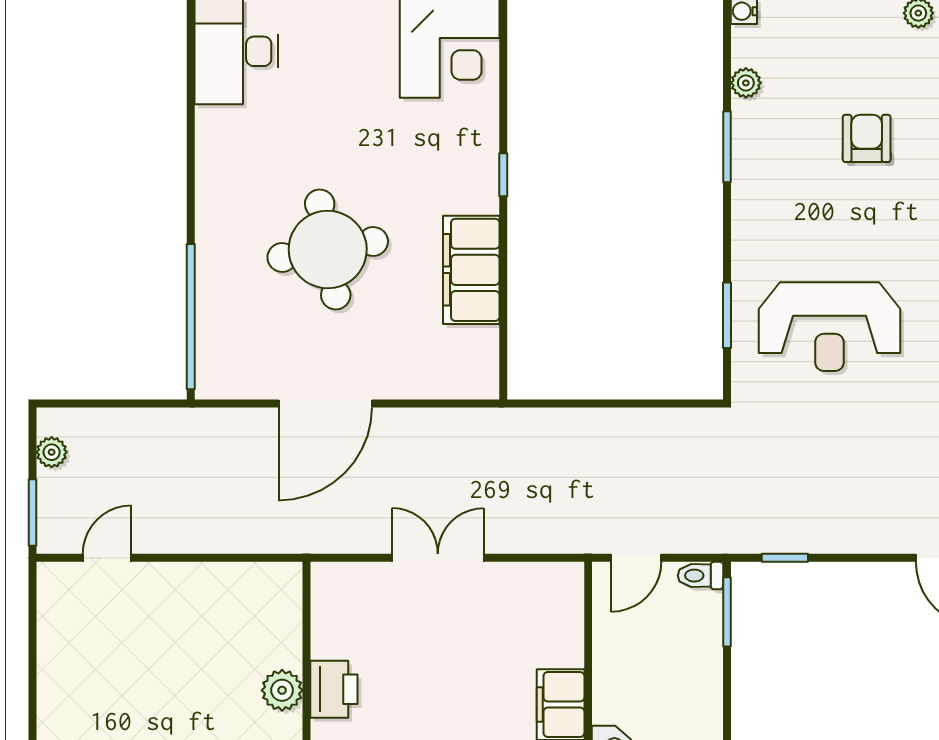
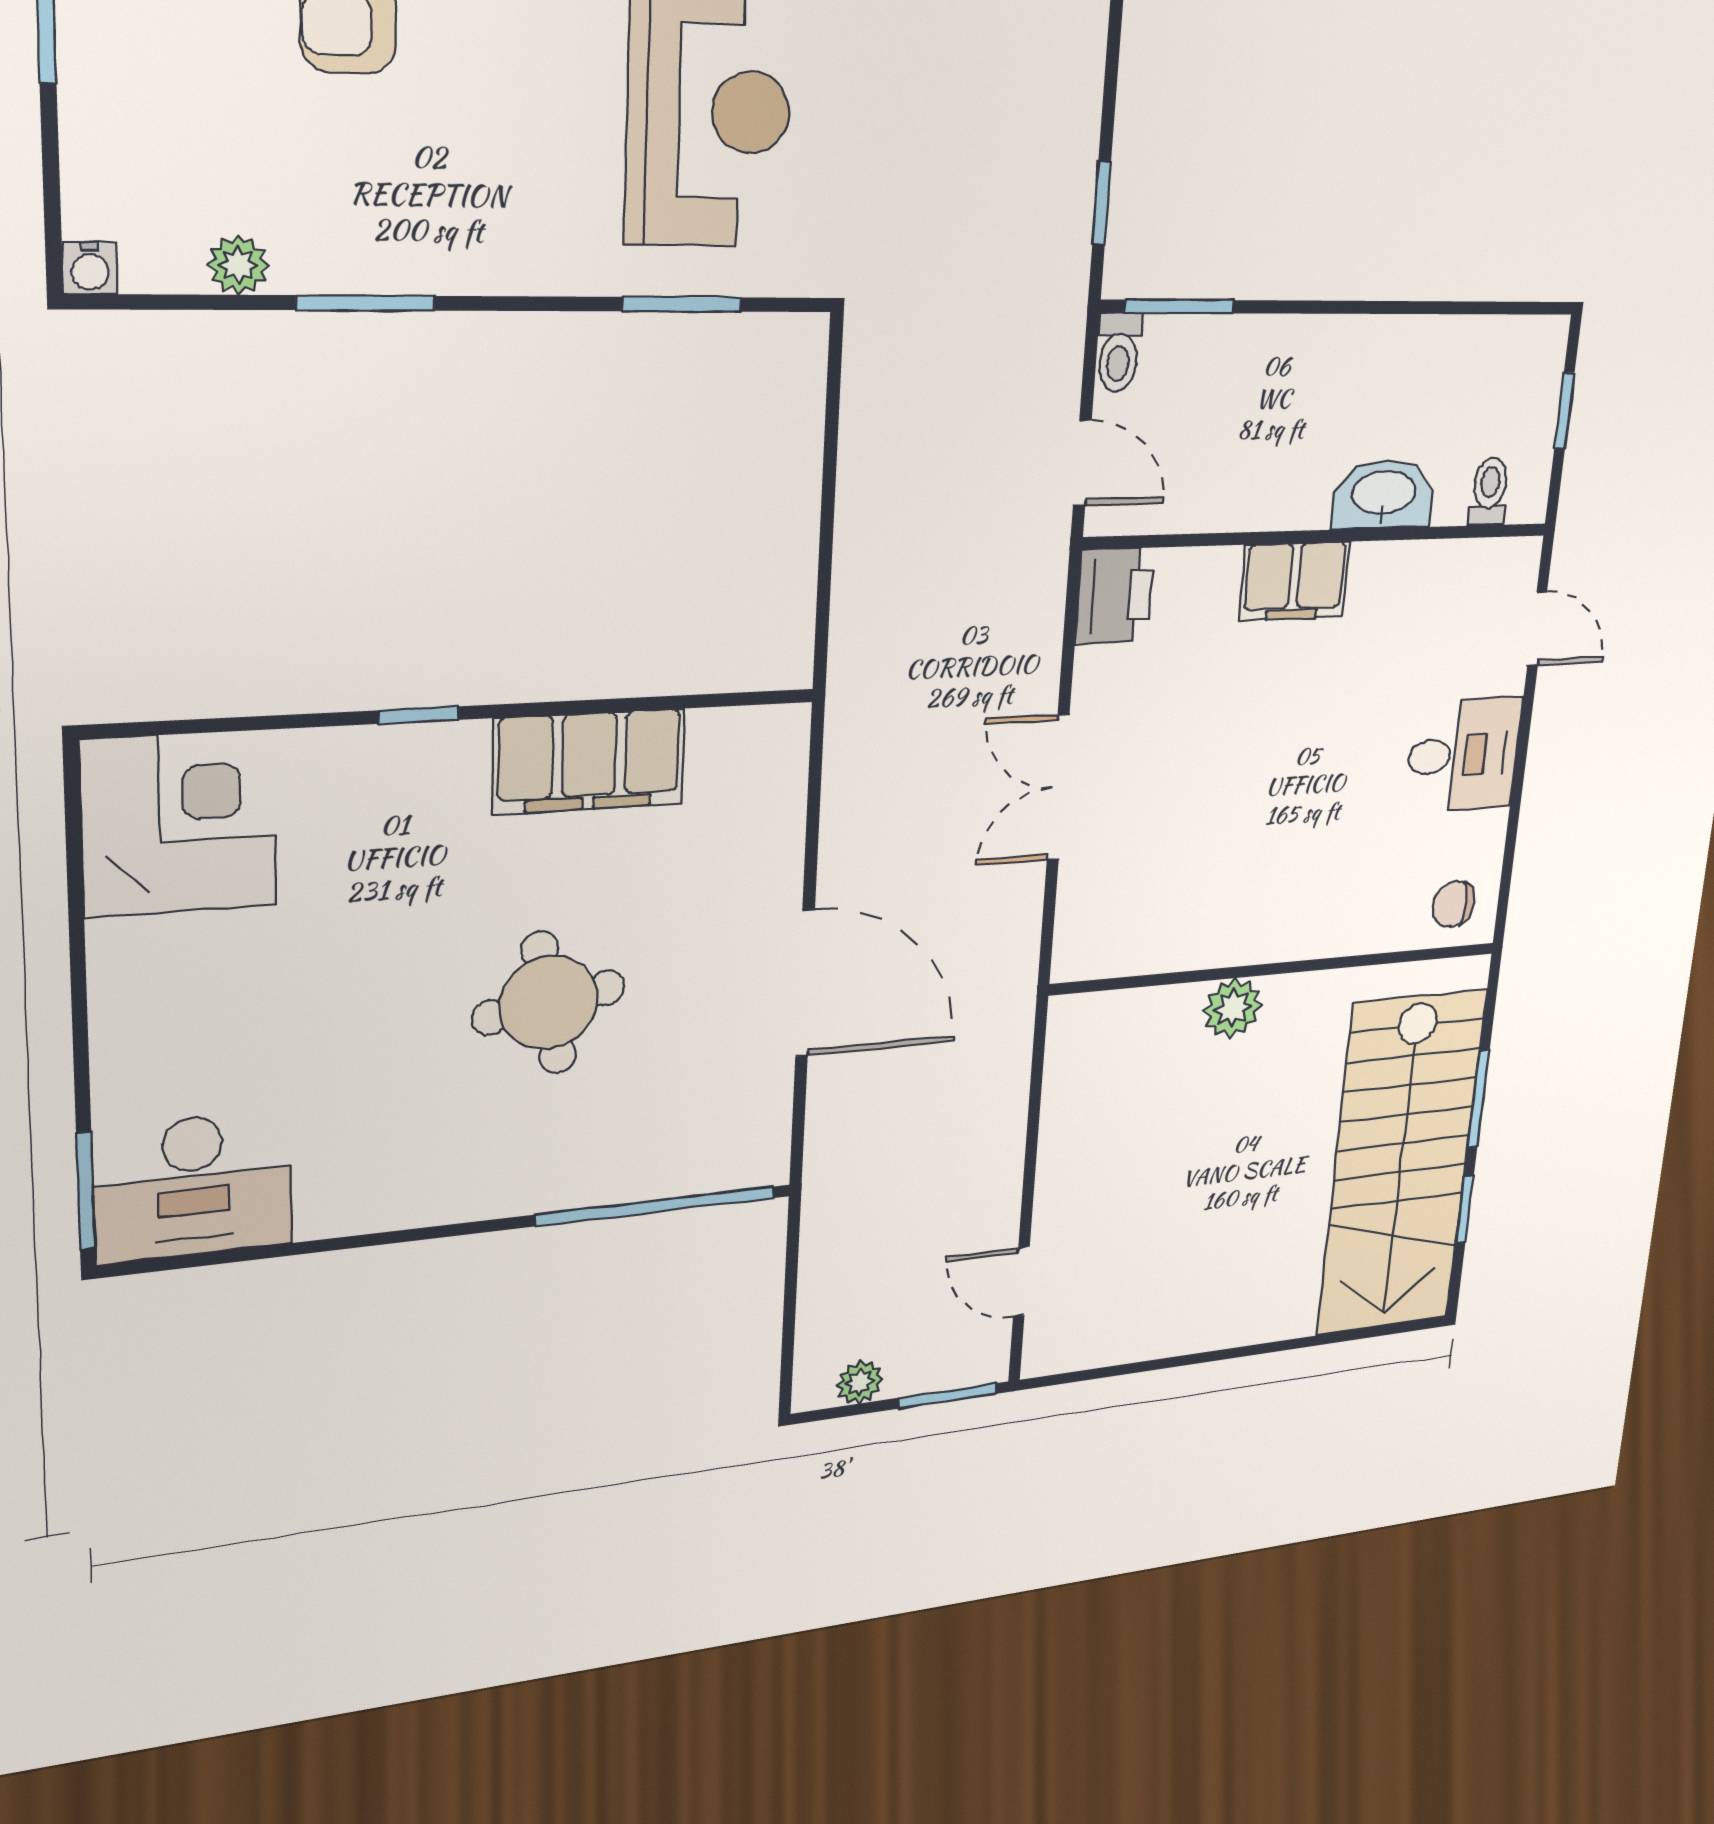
round table: (328, 250) -> (549, 1003), width x0.73, depth x0.73
printer: (334, 689) -> (1115, 596), moved, turned 90

